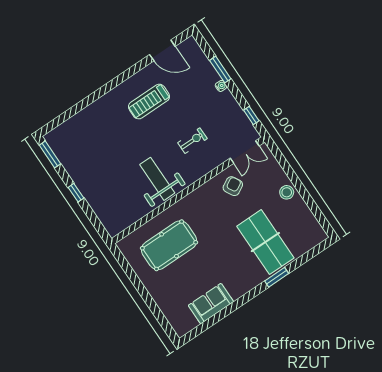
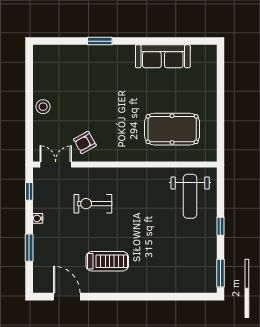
water cooler: (221, 86) -> (38, 218), moved
exercise bike: (192, 141) -> (93, 204), width x1.38, depth x1.39
weight bench: (157, 179) -> (190, 196), moved
table tennis table: (265, 242) -> (89, 77), removed
sofa: (211, 304) -> (163, 56), width x1.36

